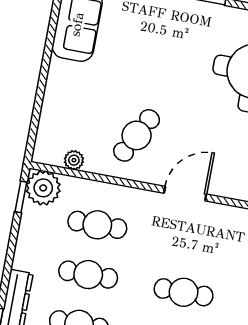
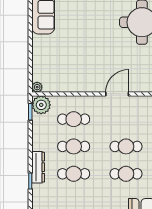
cafe table: (137, 135) -> (86, 68), removed
plant: (74, 160) -> (37, 87), moved

